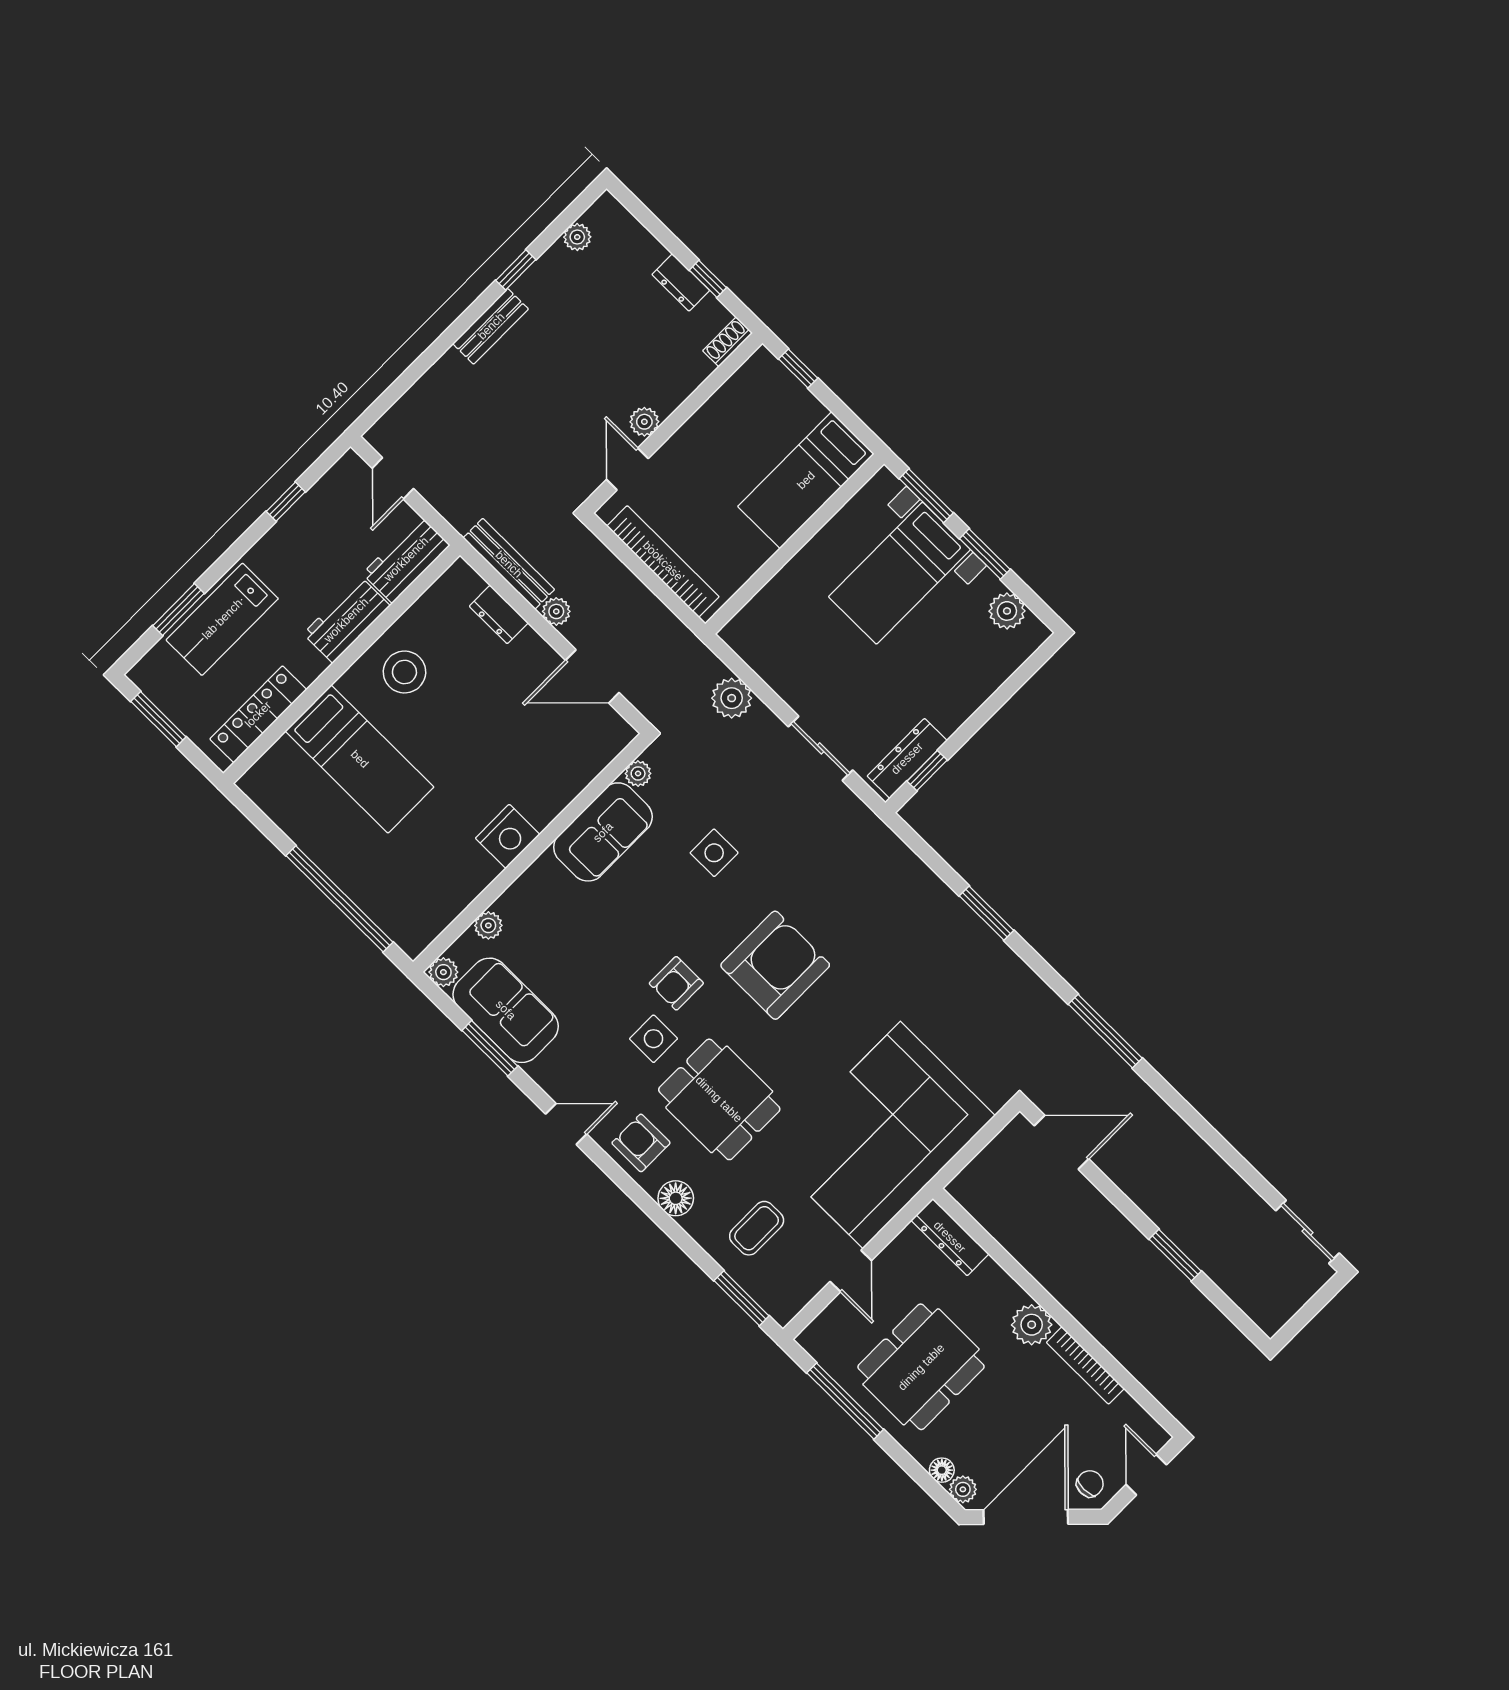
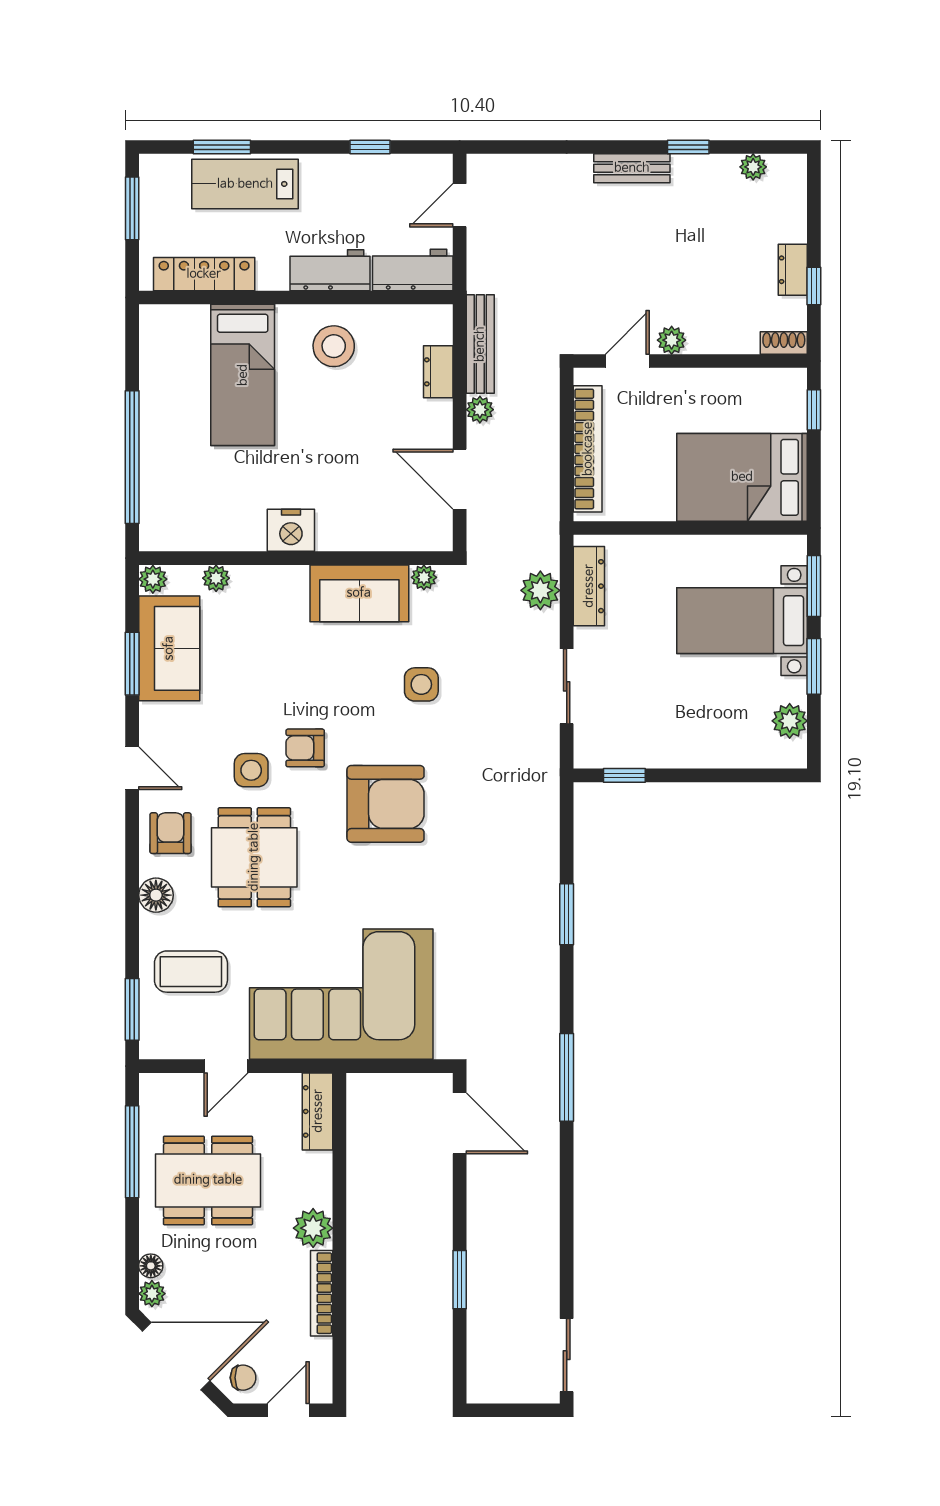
bed: (806, 480) -> (742, 477), width x1.50
dresser: (907, 758) -> (589, 586), moved, turned 90
coffee table: (757, 1228) -> (191, 972), width x1.36, depth x1.30

